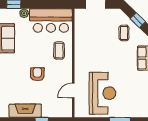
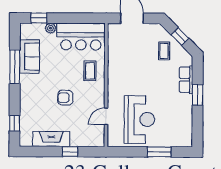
armchair: (37, 74) -> (65, 98), turned -90

